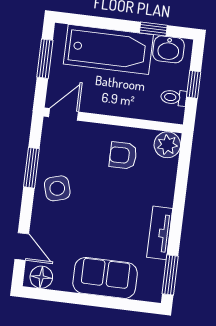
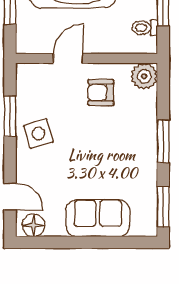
door: (64, 114) -> (68, 58), moved
window: (178, 211) -> (163, 141), added
tv unit: (160, 233) -> (147, 166), removed

